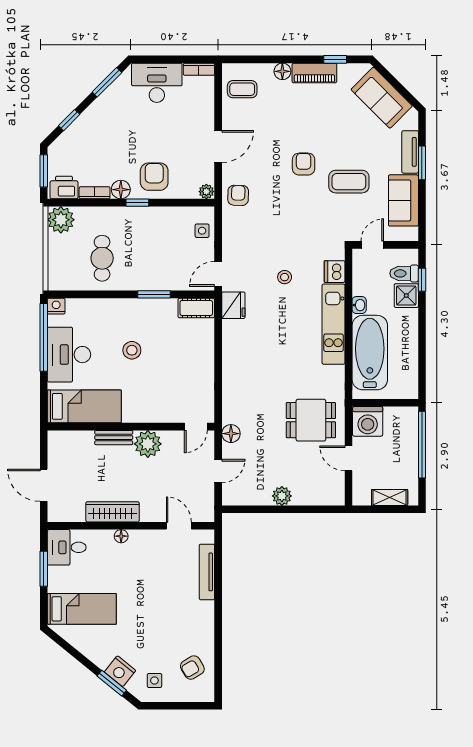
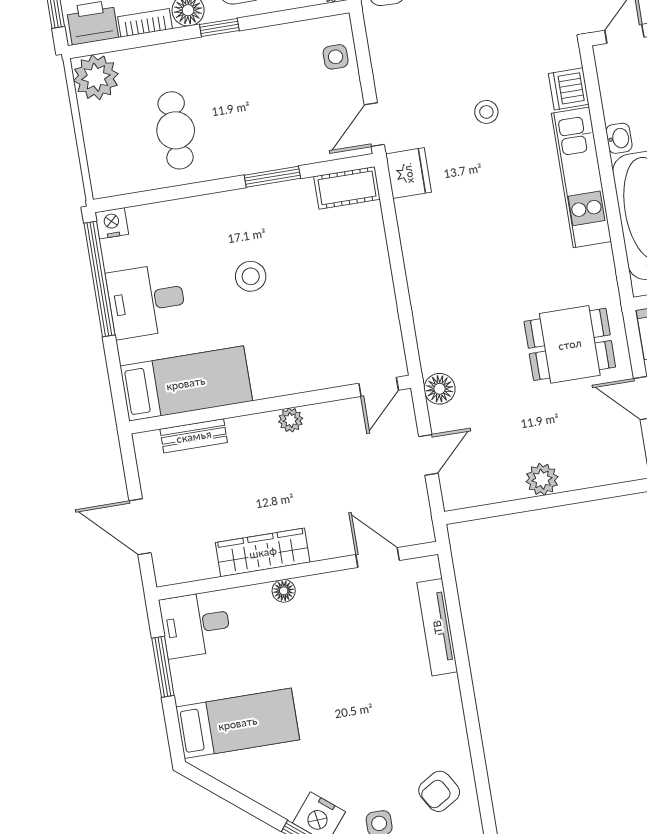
desk: (69, 355) -> (147, 301), width x0.73
bench: (114, 438) -> (194, 436), moved
plant: (148, 444) -> (291, 420), width x0.53, depth x0.53

